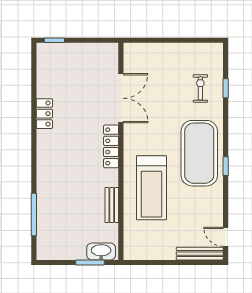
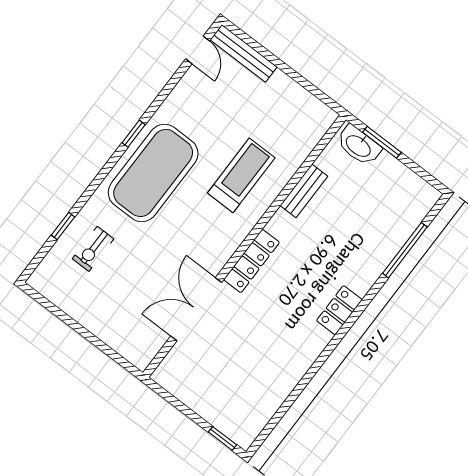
locker: (44, 114) -> (339, 310), moved
treadmill: (151, 188) -> (241, 175), width x0.73, depth x0.73

